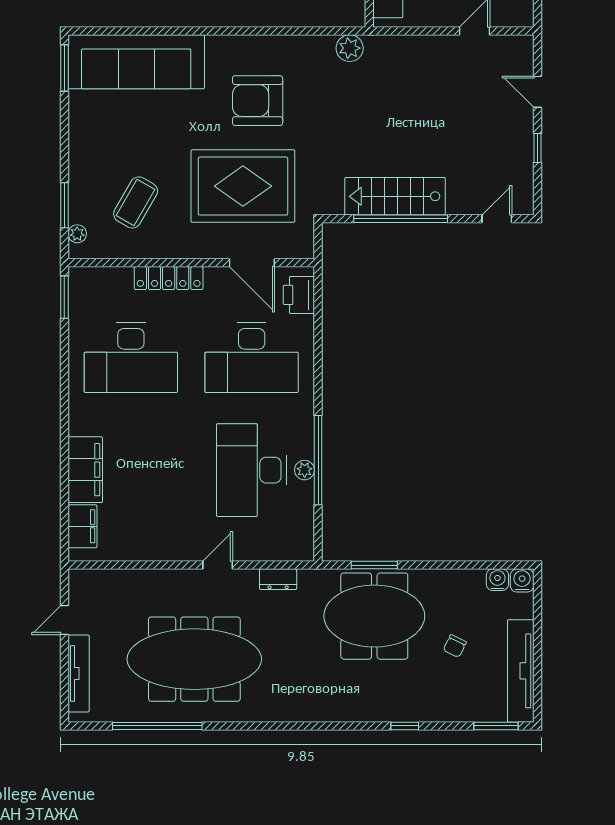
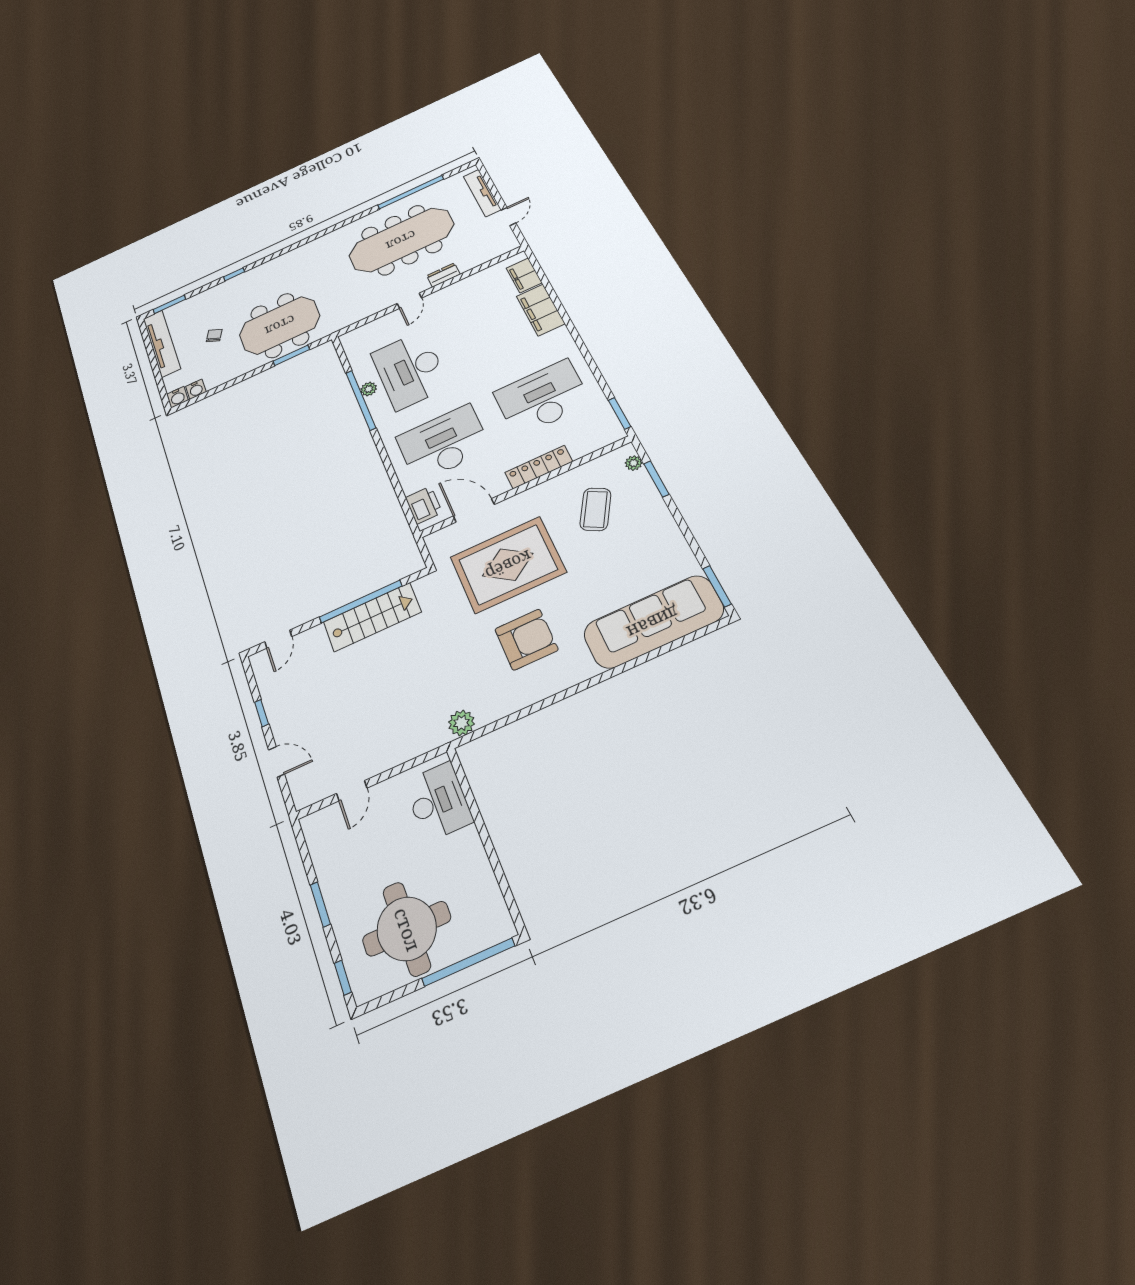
desk: (252, 470) -> (410, 370), turned 180
dresser: (278, 579) -> (443, 275), moved

